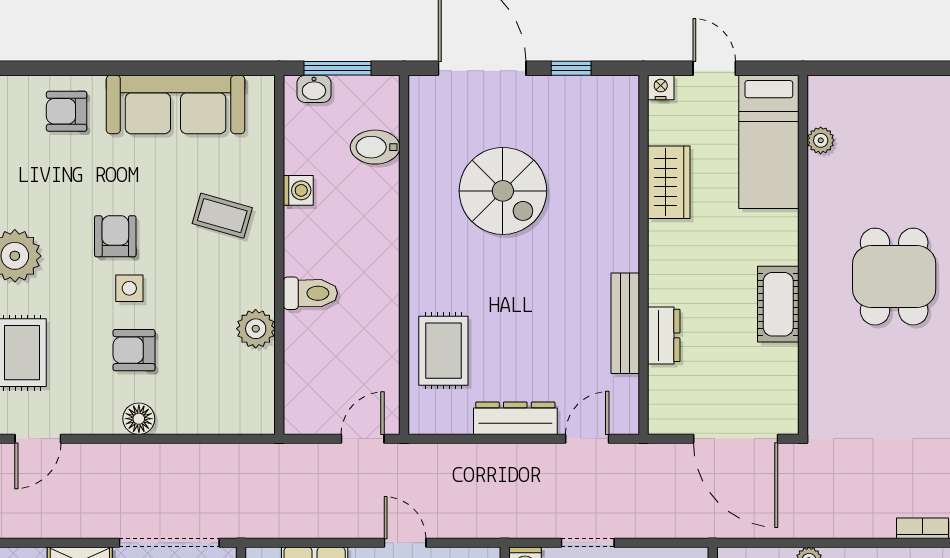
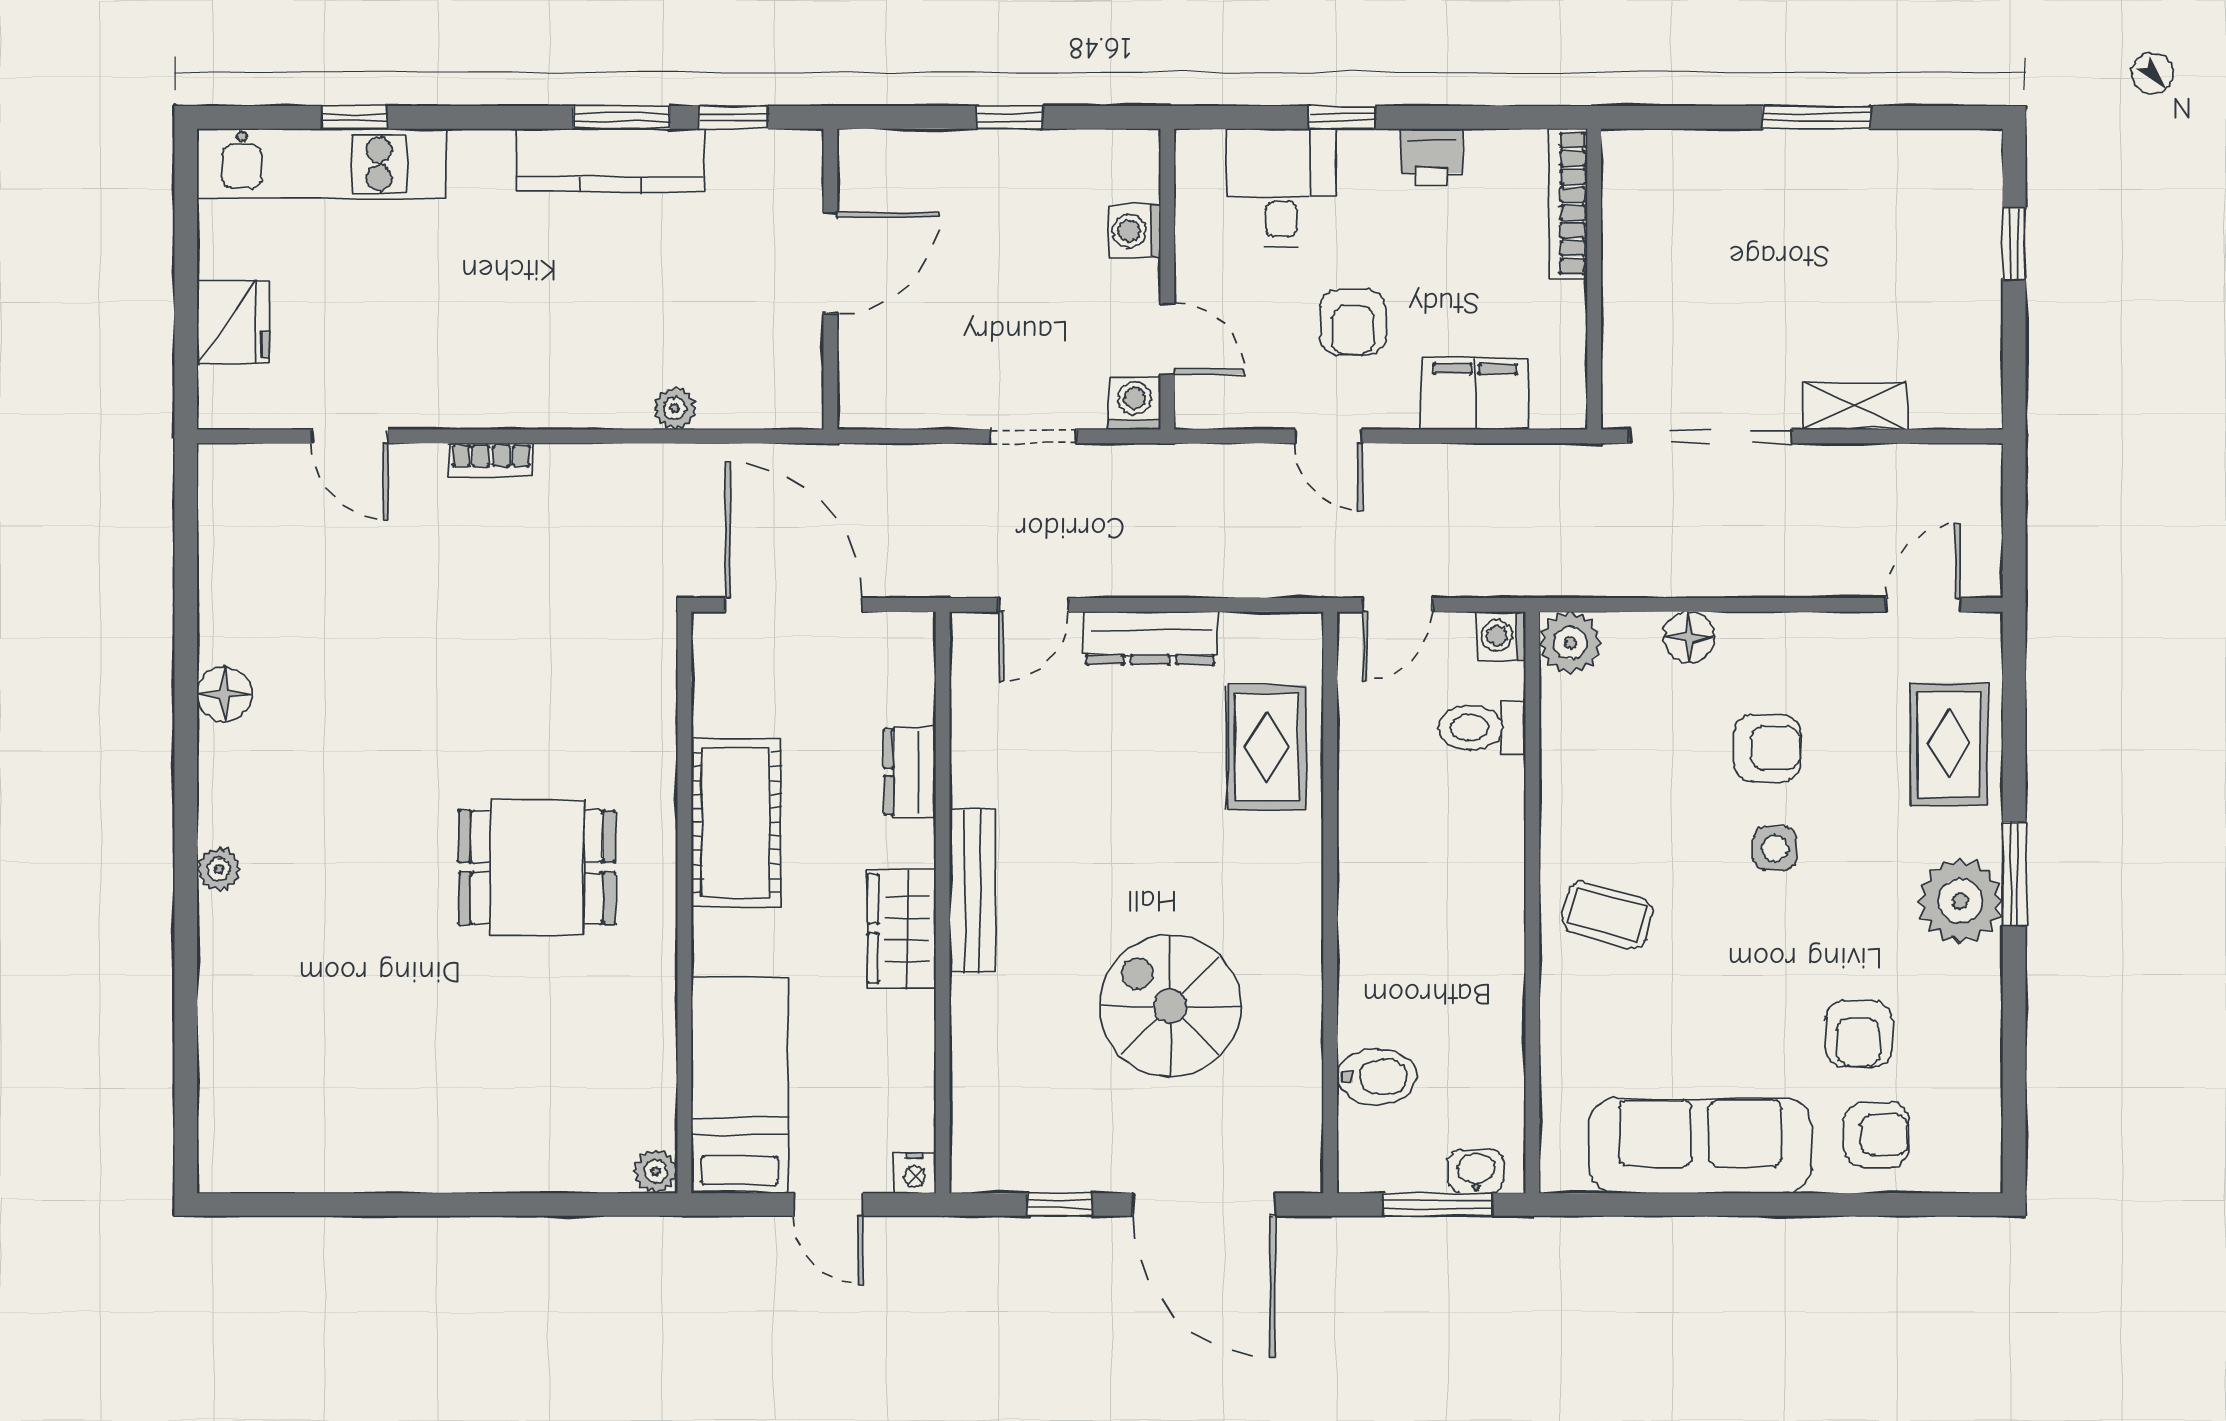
plant: (821, 140) -> (656, 1171), moved
wardrobe: (669, 182) -> (902, 929), moved
washing machine: (298, 190) -> (1501, 636), moved
coffee table: (222, 216) -> (1607, 915), moved
armchair: (115, 236) -> (1858, 1034), moved
dining table: (894, 277) -> (537, 867), turned 90
toilet: (310, 293) -> (1482, 728), moved
cot: (778, 304) -> (736, 822), width x1.37, depth x1.34
bench: (625, 323) -> (972, 891), moved
plant: (256, 329) -> (1570, 643), moved
floor lamp: (139, 419) -> (1689, 637), moved

